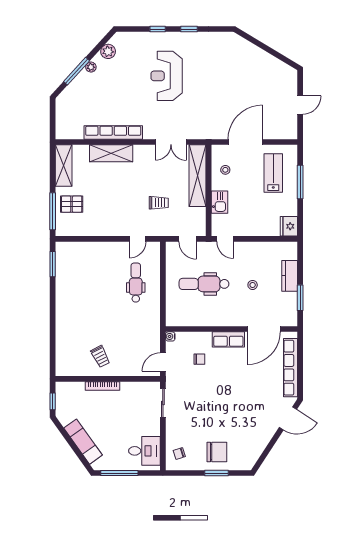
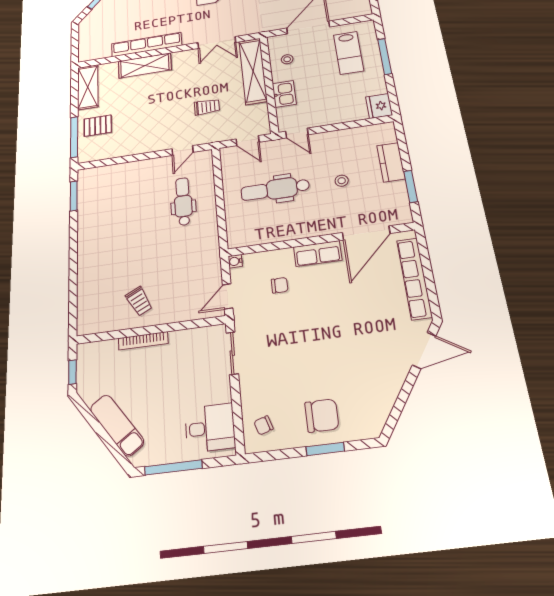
lab bench: (273, 173) -> (349, 53), turned 180

